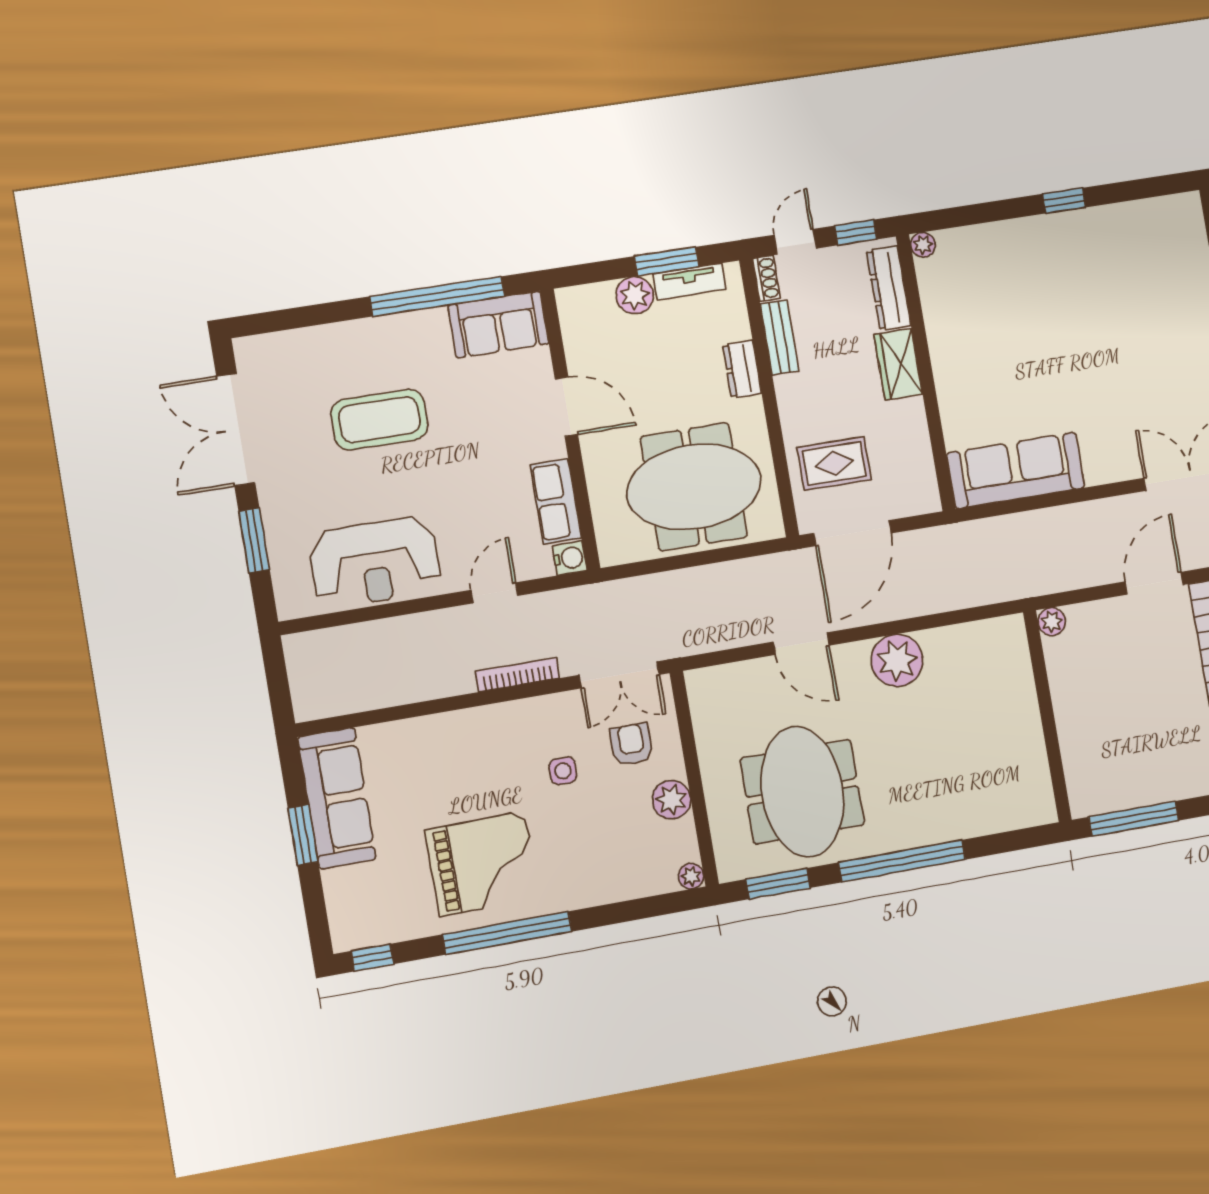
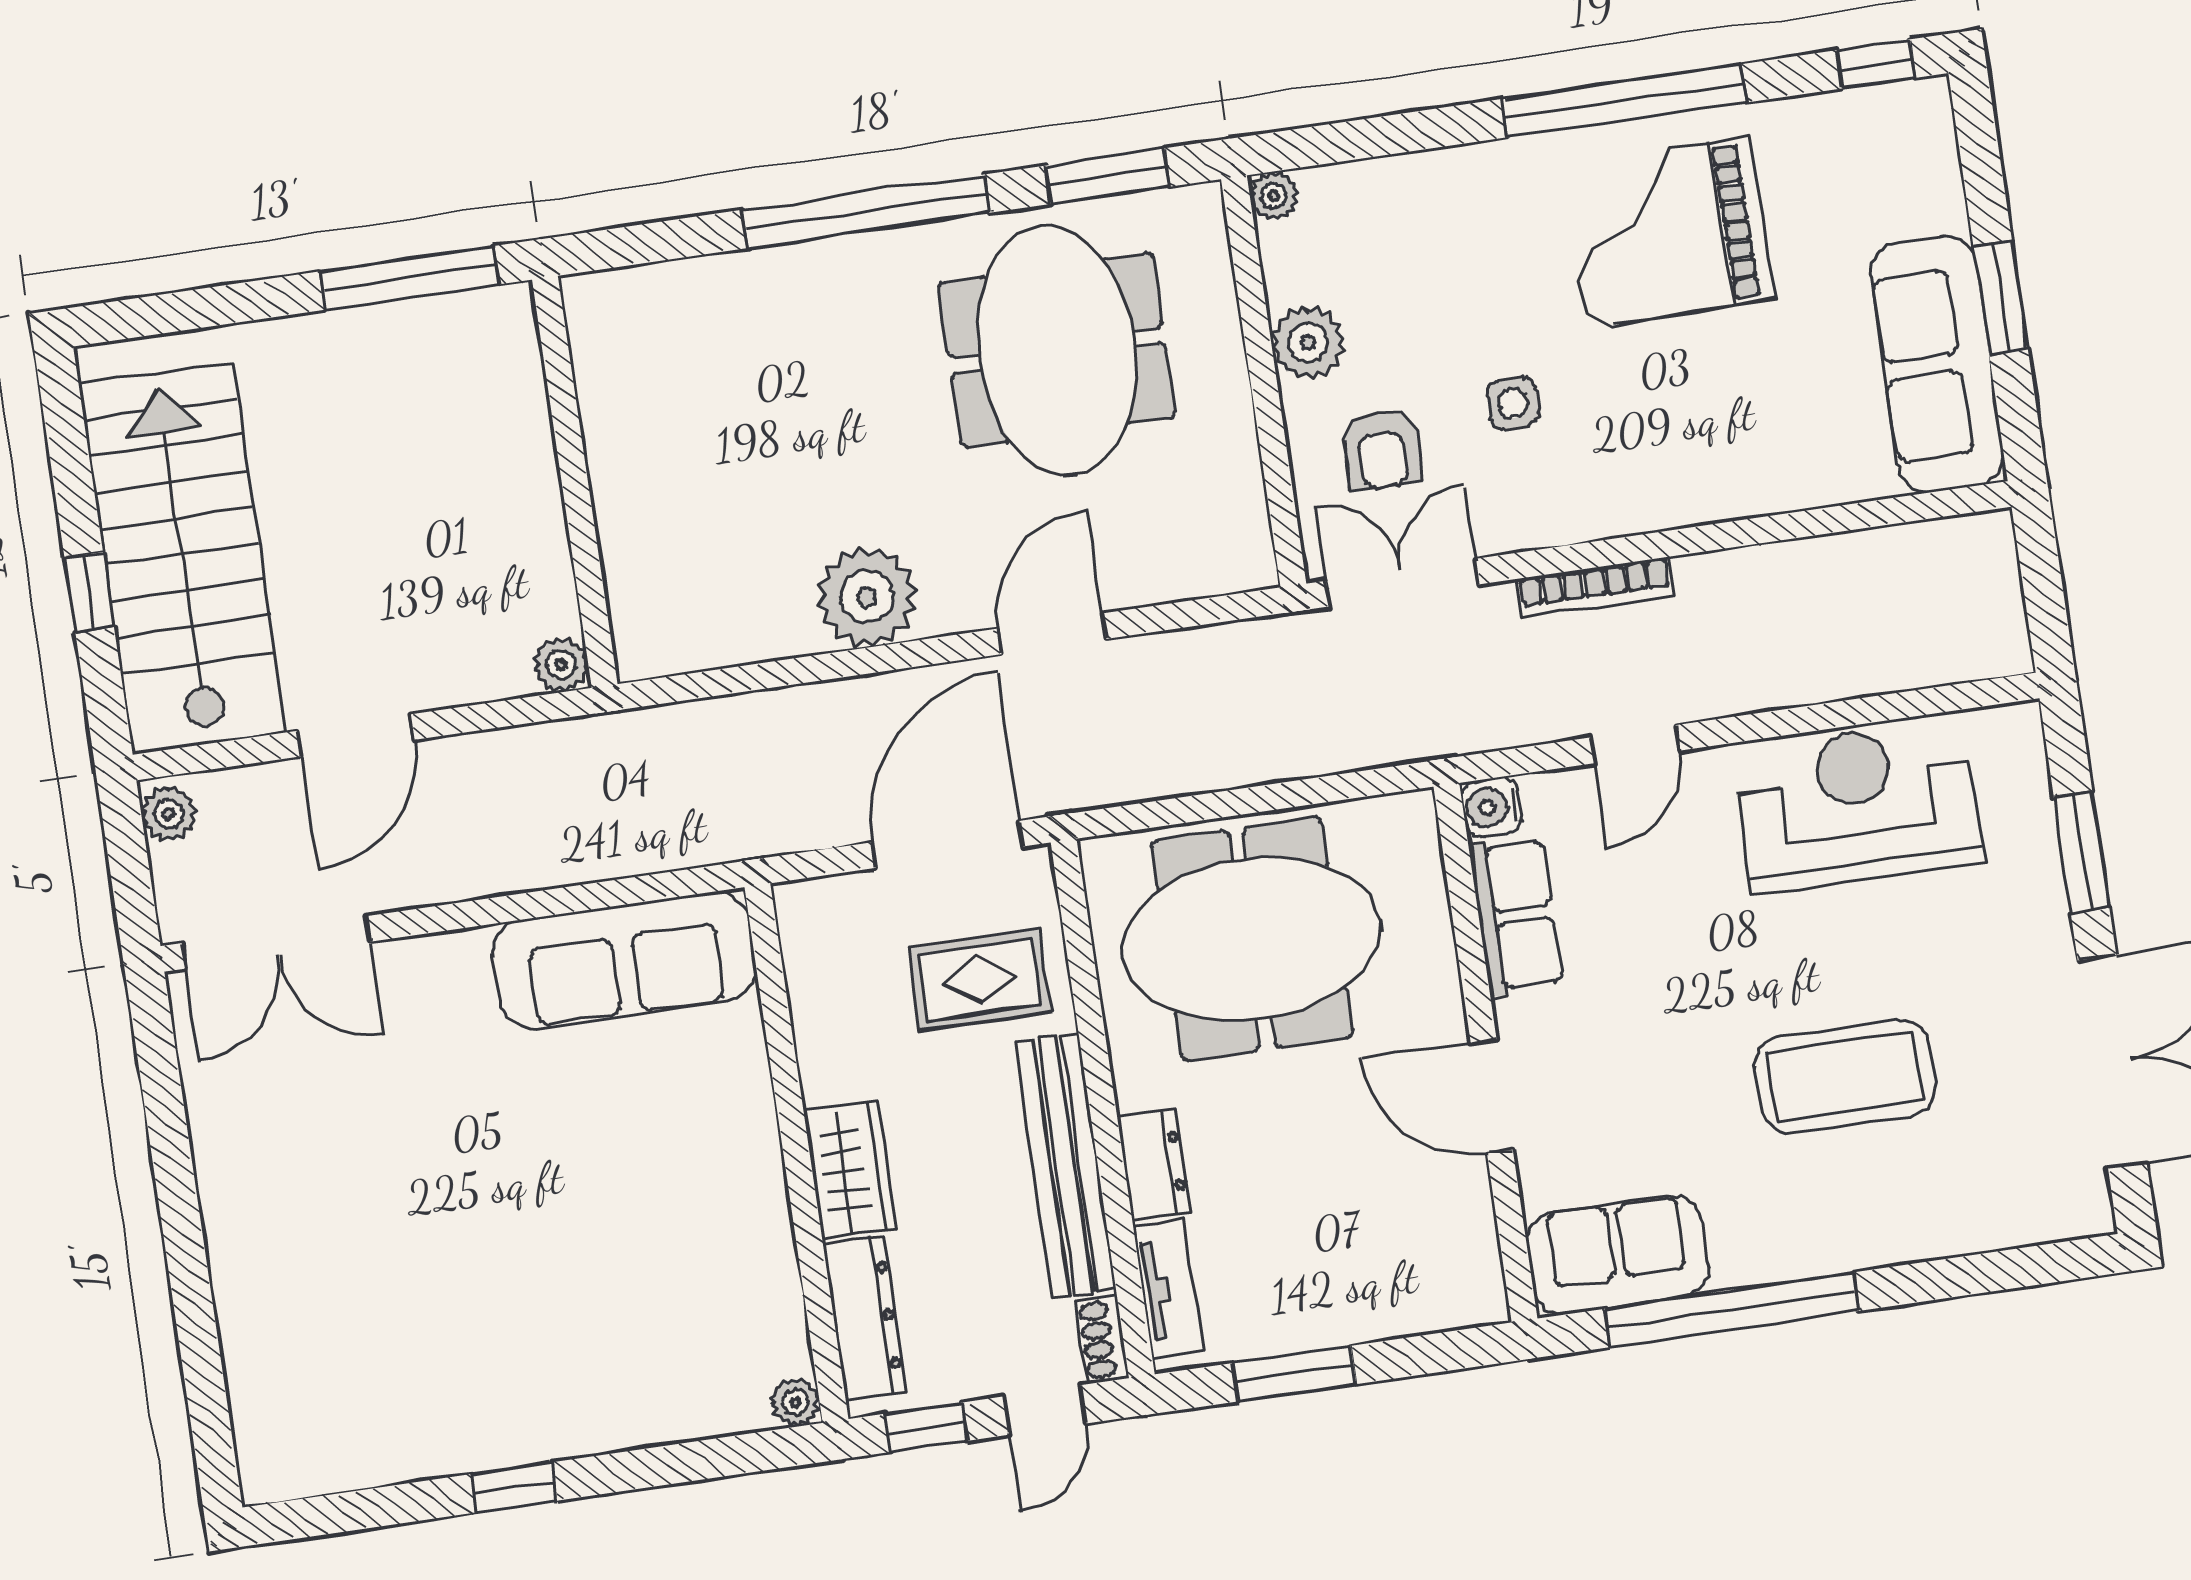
tv unit: (690, 281) -> (1168, 1289), moved, turned 90
plant: (635, 295) -> (1357, 1309), removed
bench: (780, 338) -> (1065, 1166), width x1.86, depth x1.21
door: (801, 644) -> (1052, 634), hinge flipped

